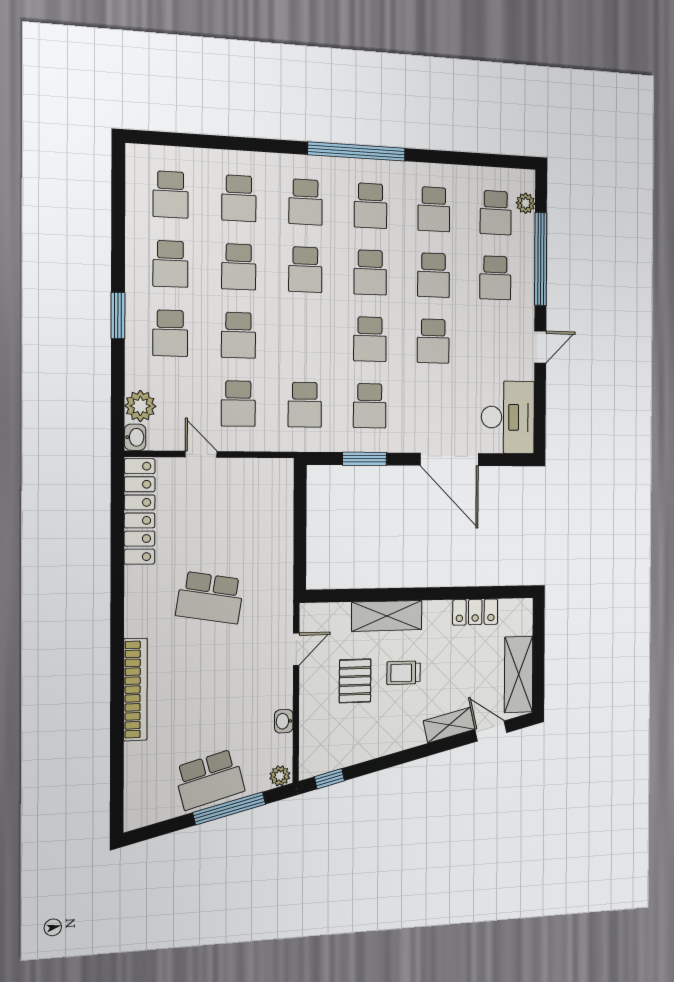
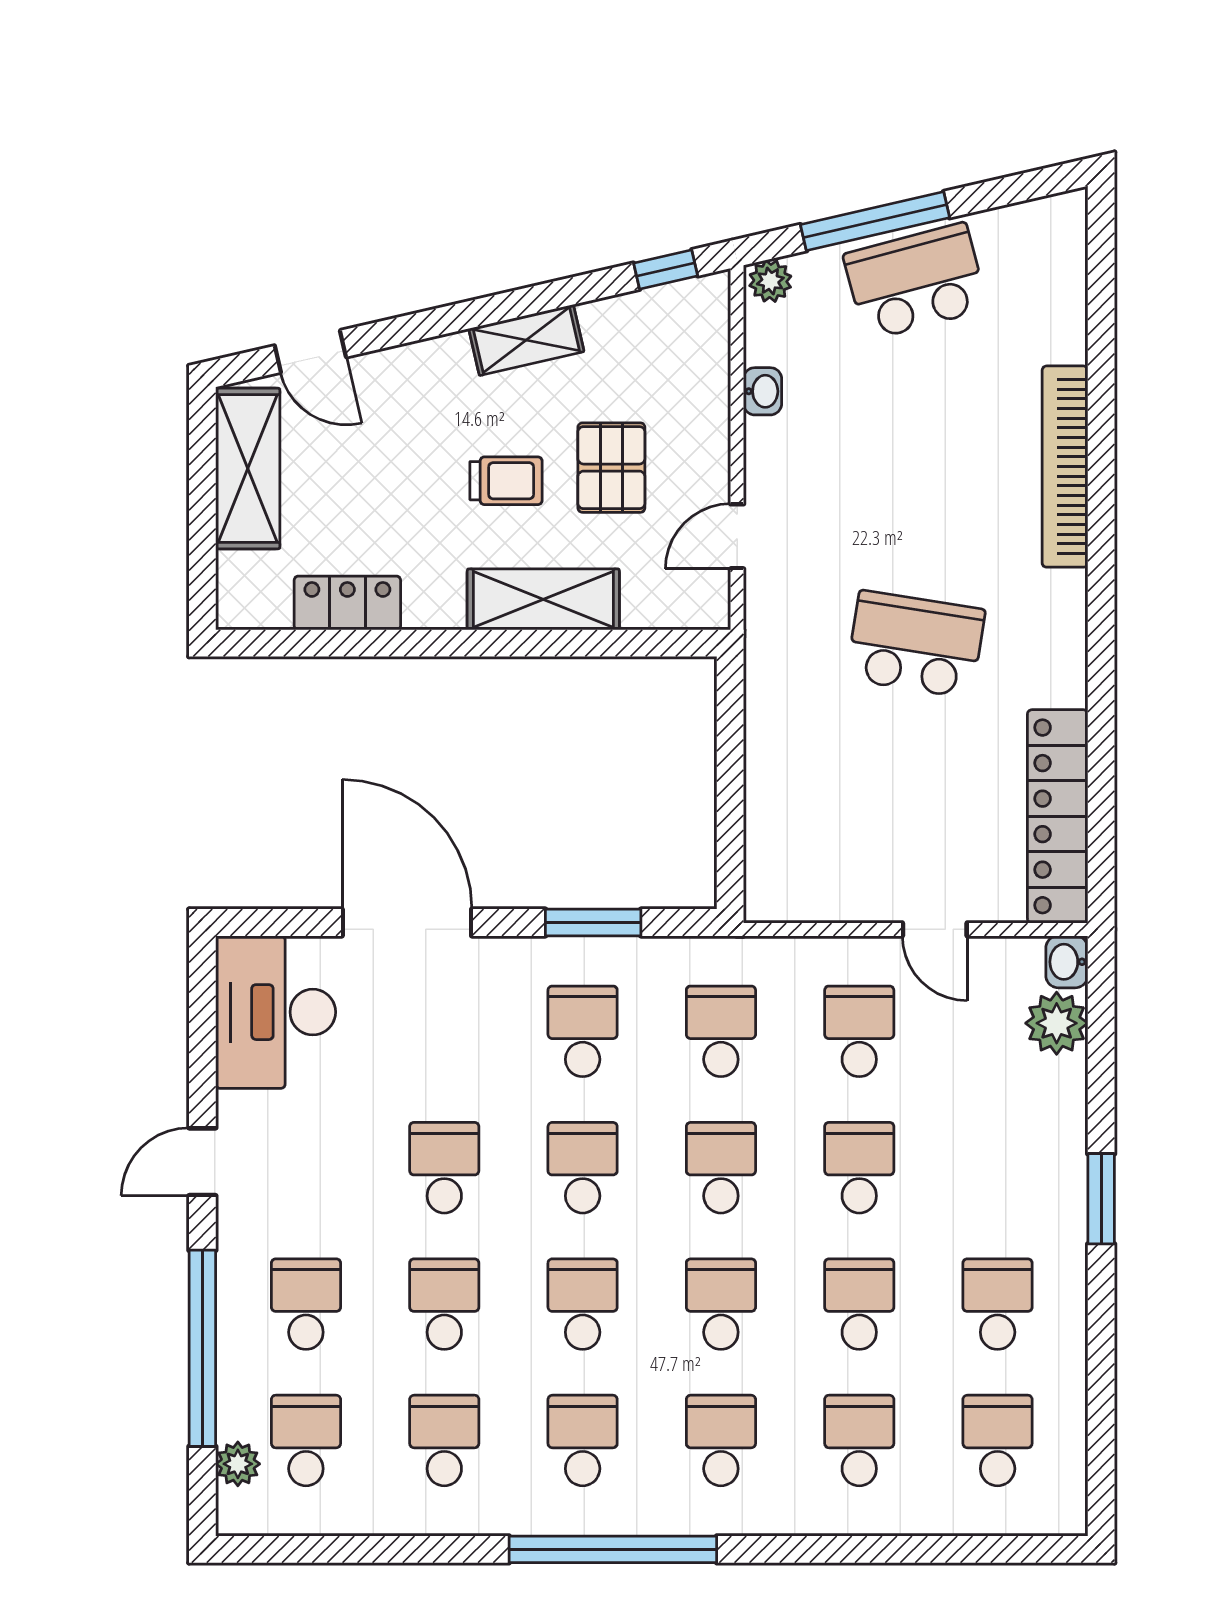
school desk: (170, 333) -> (721, 1168), moved
shelving: (449, 725) -> (526, 340), moved

